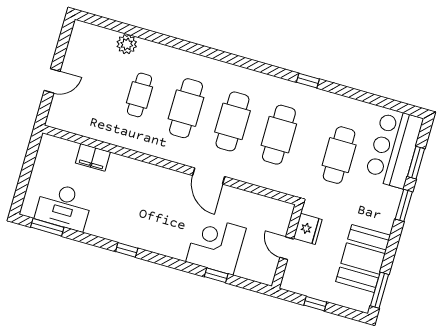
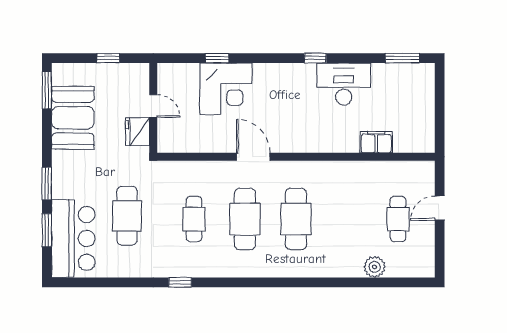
cafe table: (140, 95) -> (398, 219), moved
cafe table: (279, 135) -> (194, 219), width x0.73, depth x0.74
desk: (64, 206) -> (344, 84), moved

